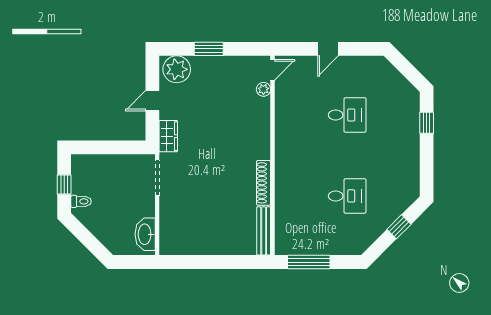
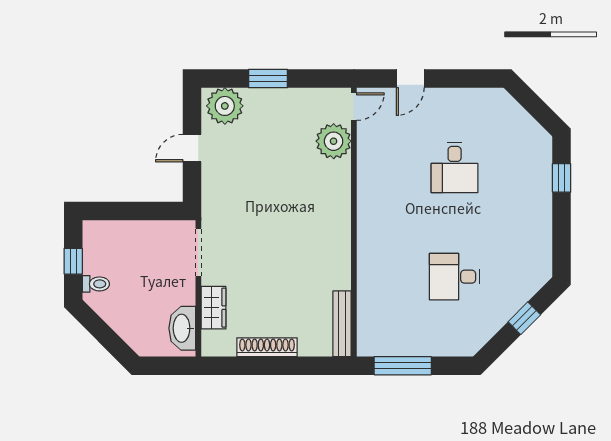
door: (328, 49) -> (410, 79), moved
plant: (263, 89) -> (334, 141), width x1.88, depth x1.88
desk: (347, 115) -> (455, 168), turned 90
wardrobe: (168, 136) -> (214, 308), moved
shoe rack: (264, 183) -> (267, 347), moved, turned 90
desk: (347, 196) -> (455, 277), turned 180

